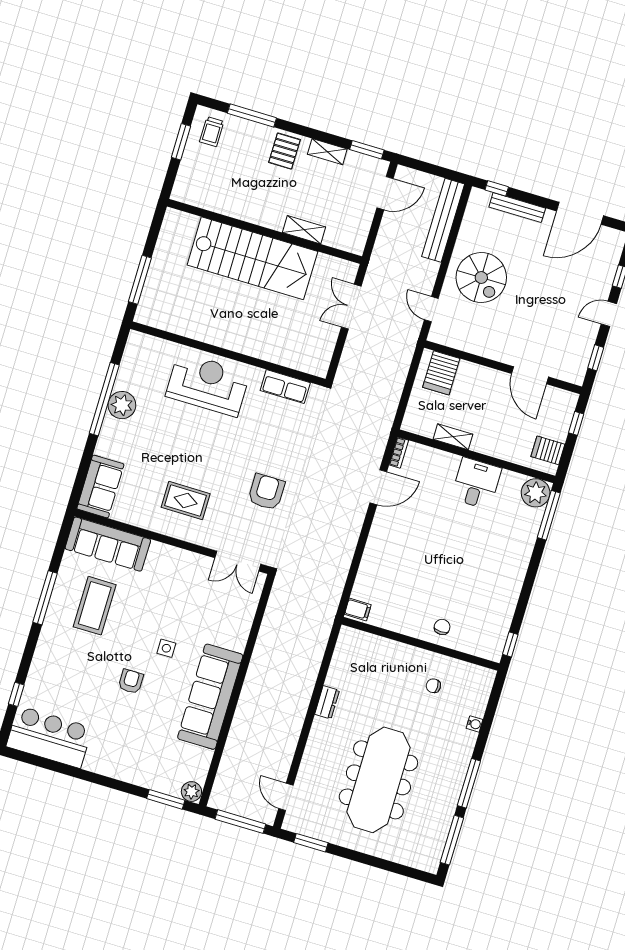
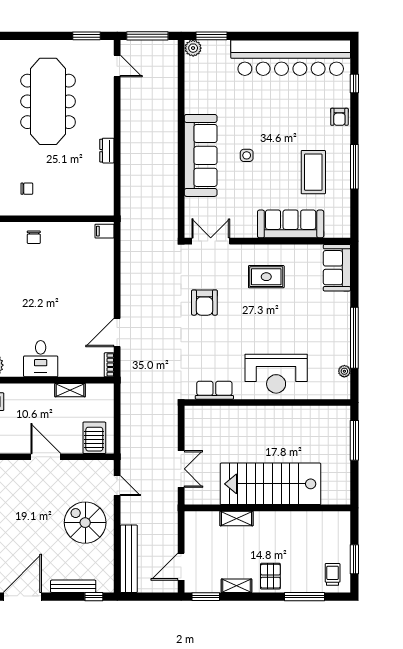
door: (530, 375) -> (46, 457), moved
plant: (122, 405) -> (344, 371), moved, width x0.53, depth x0.53
sofa: (108, 544) -> (291, 224), moved
armchair: (131, 681) -> (339, 117), moved
sofa: (210, 697) -> (201, 155), moved
bar counter: (49, 737) -> (291, 58), width x1.86

